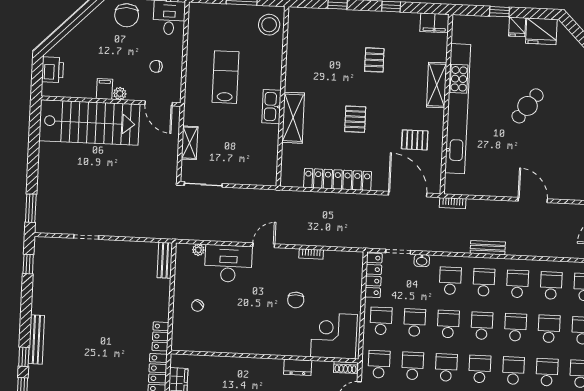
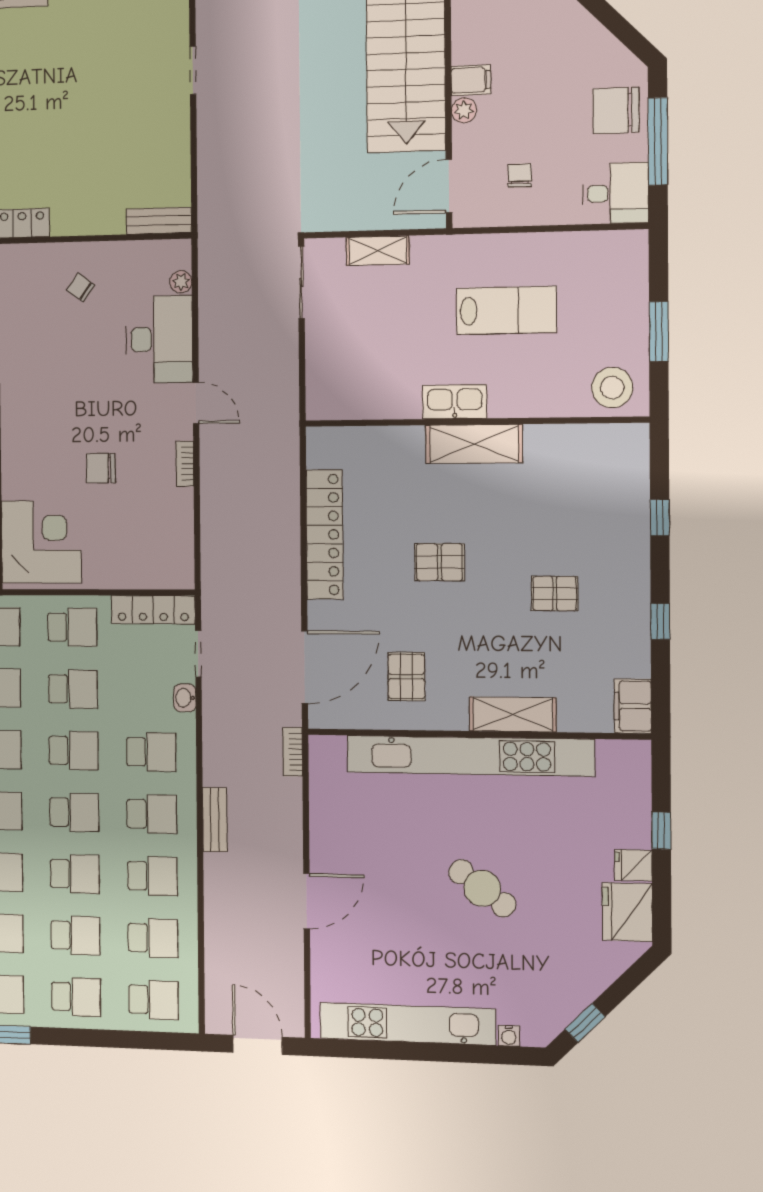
shelving: (293, 118) -> (474, 444), moved
bookcase: (311, 254) -> (185, 464), moved

